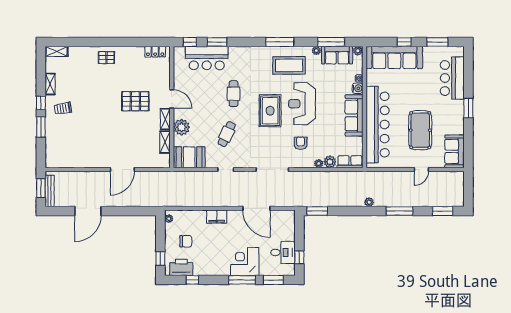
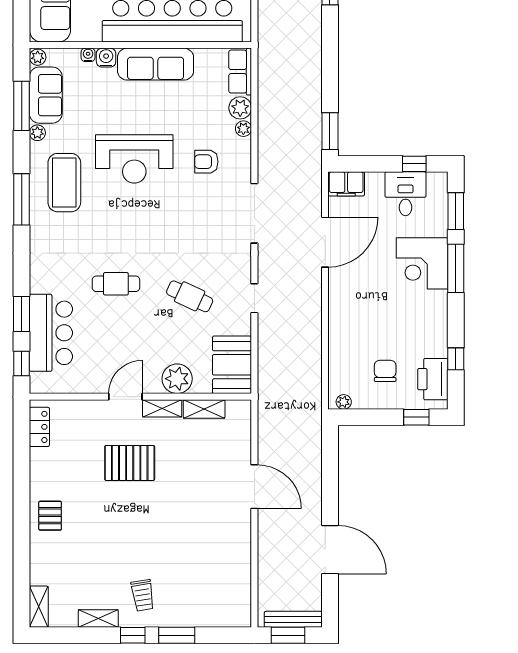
pallet: (135, 101) -> (130, 463), turned 90
rug: (270, 111) -> (147, 217), removed
plant: (369, 202) -> (314, 37), removed
filing cabinet: (217, 217) -> (346, 184), moved, turned 90

